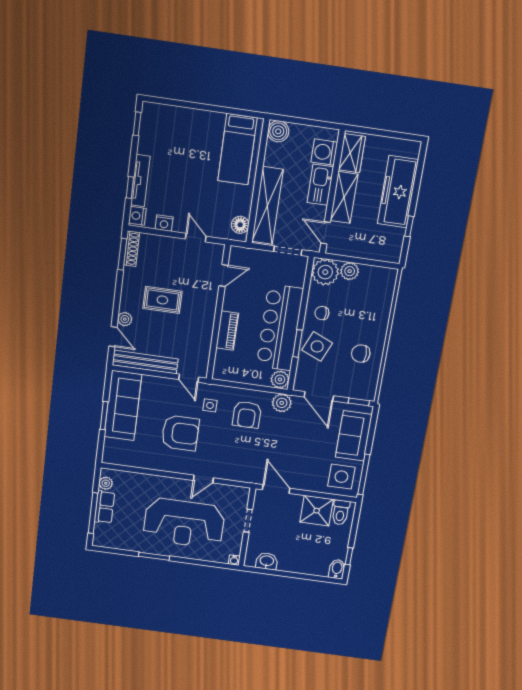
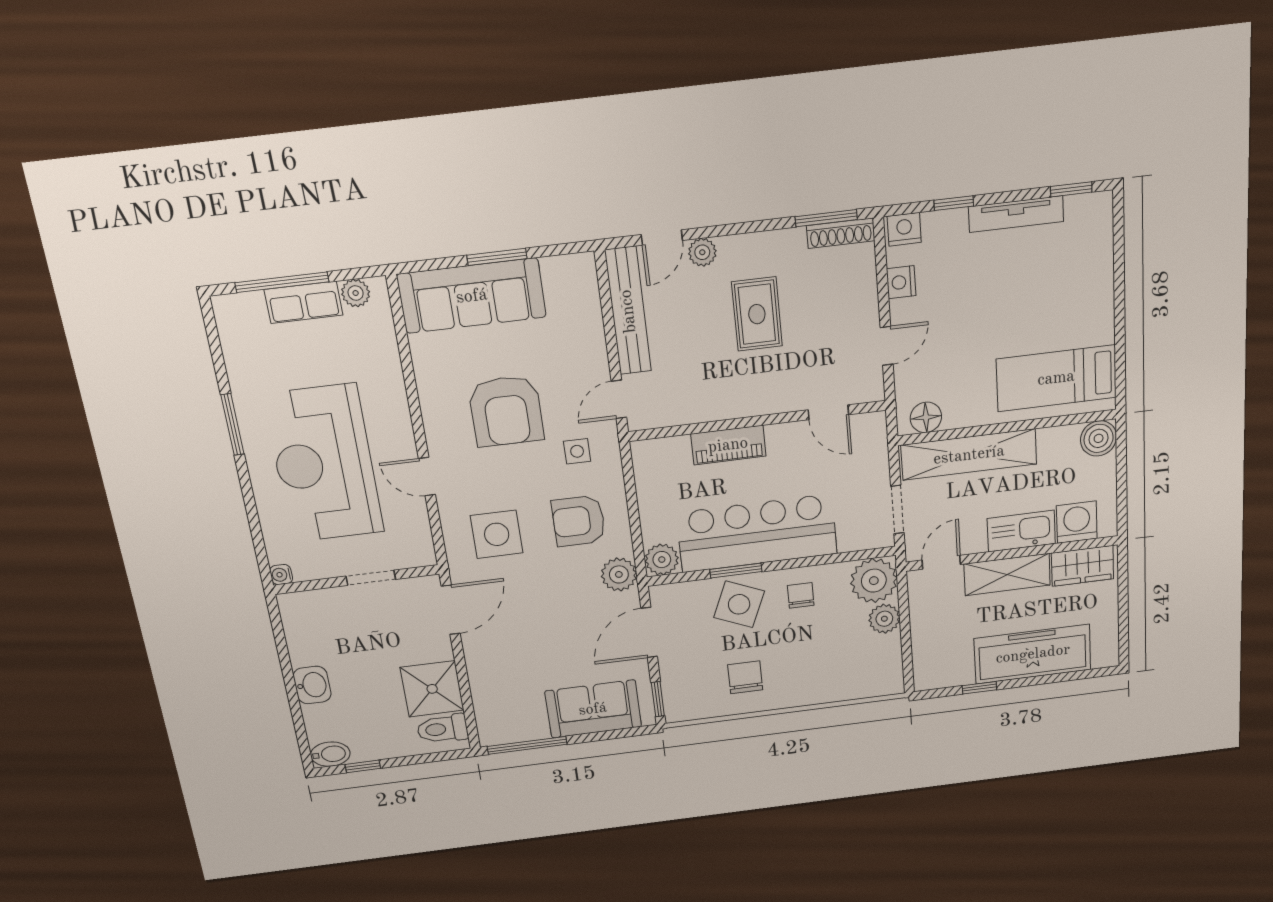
tv unit: (140, 181) -> (1016, 214), moved
sofa: (123, 406) -> (472, 296), moved
side table: (341, 477) -> (497, 534), moved
washbasin: (267, 561) -> (312, 685), moved

